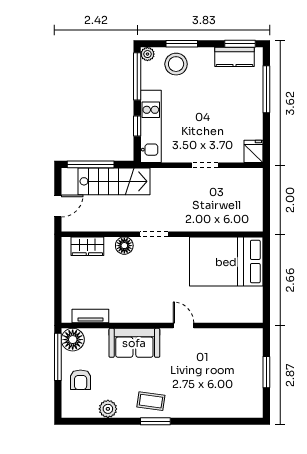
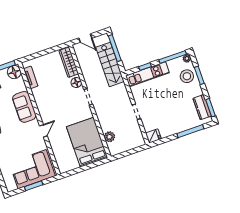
plant: (230, 222) -> (109, 137), added
wardrobe: (87, 246) -> (69, 62), width x1.50
corner sofa: (239, 365) -> (32, 169), added

